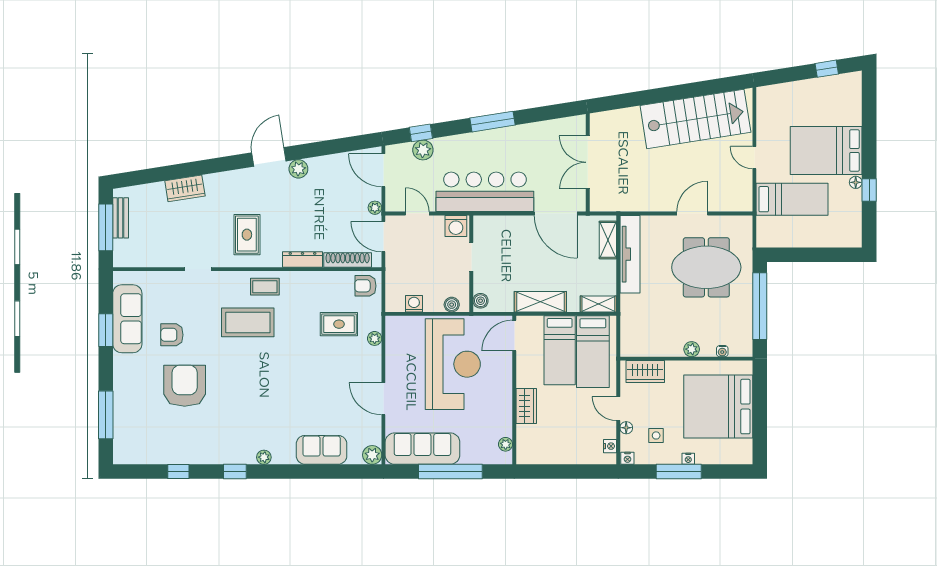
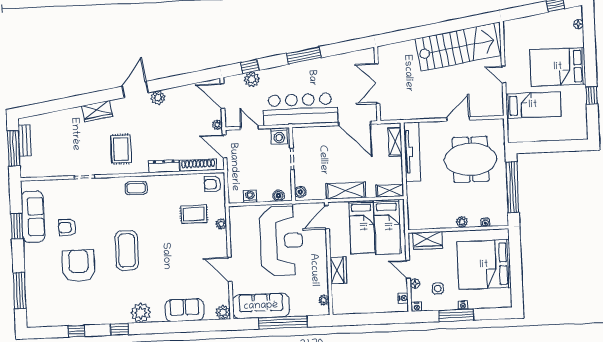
floor lamp: (856, 182) -> (578, 24), moved
wardrobe: (185, 188) -> (97, 111), moved
coffee table: (248, 322) -> (127, 250), moved, turned 90
plant: (264, 457) -> (141, 313), width x1.88, depth x1.88

